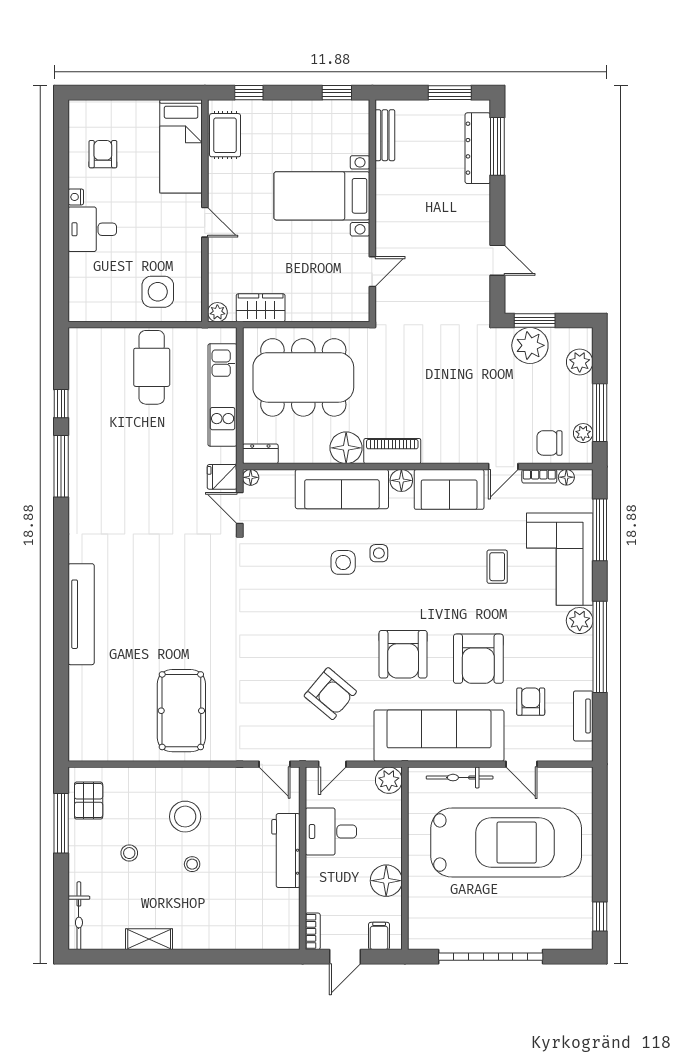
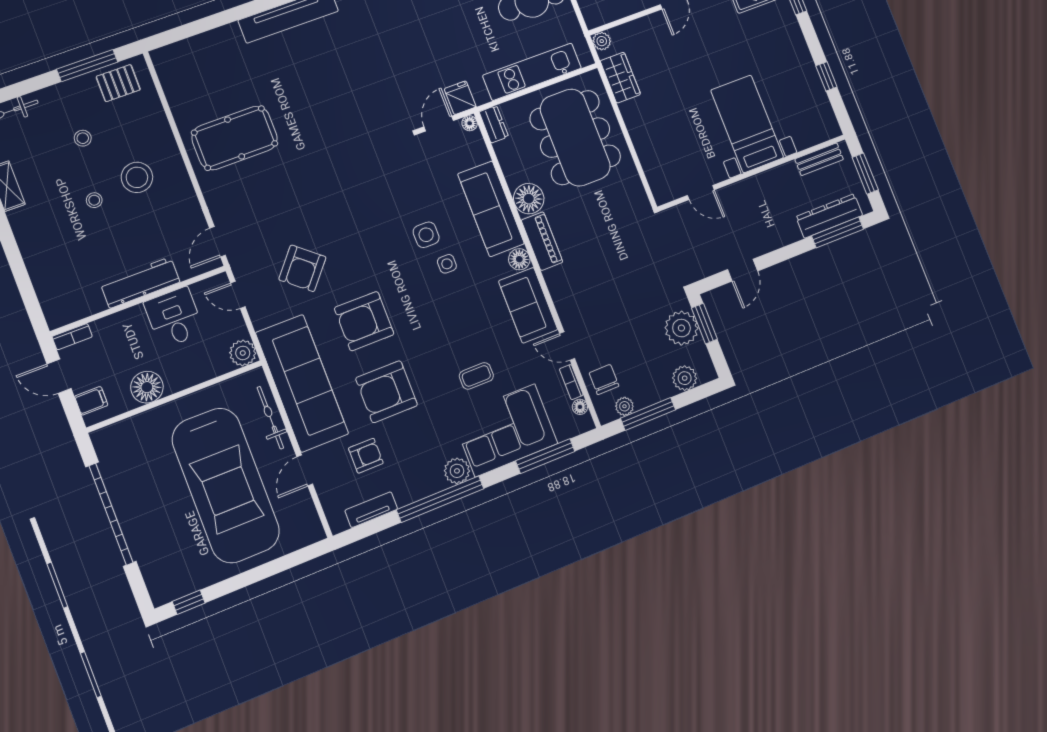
bench: (385, 135) -> (819, 159), moved
bed with nightstands: (322, 196) -> (747, 124), moved
wall: (372, 211) -> (752, 173), moved
door: (372, 272) -> (701, 193), moved

